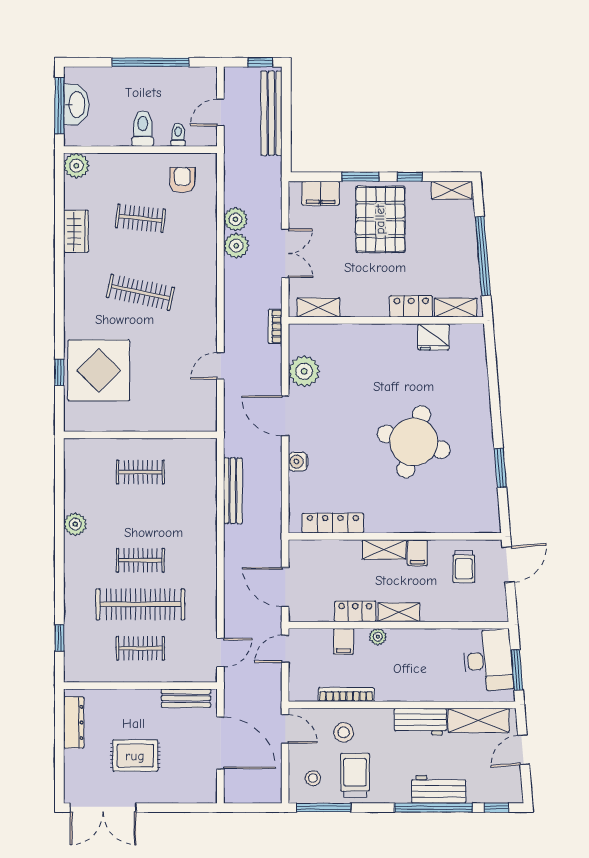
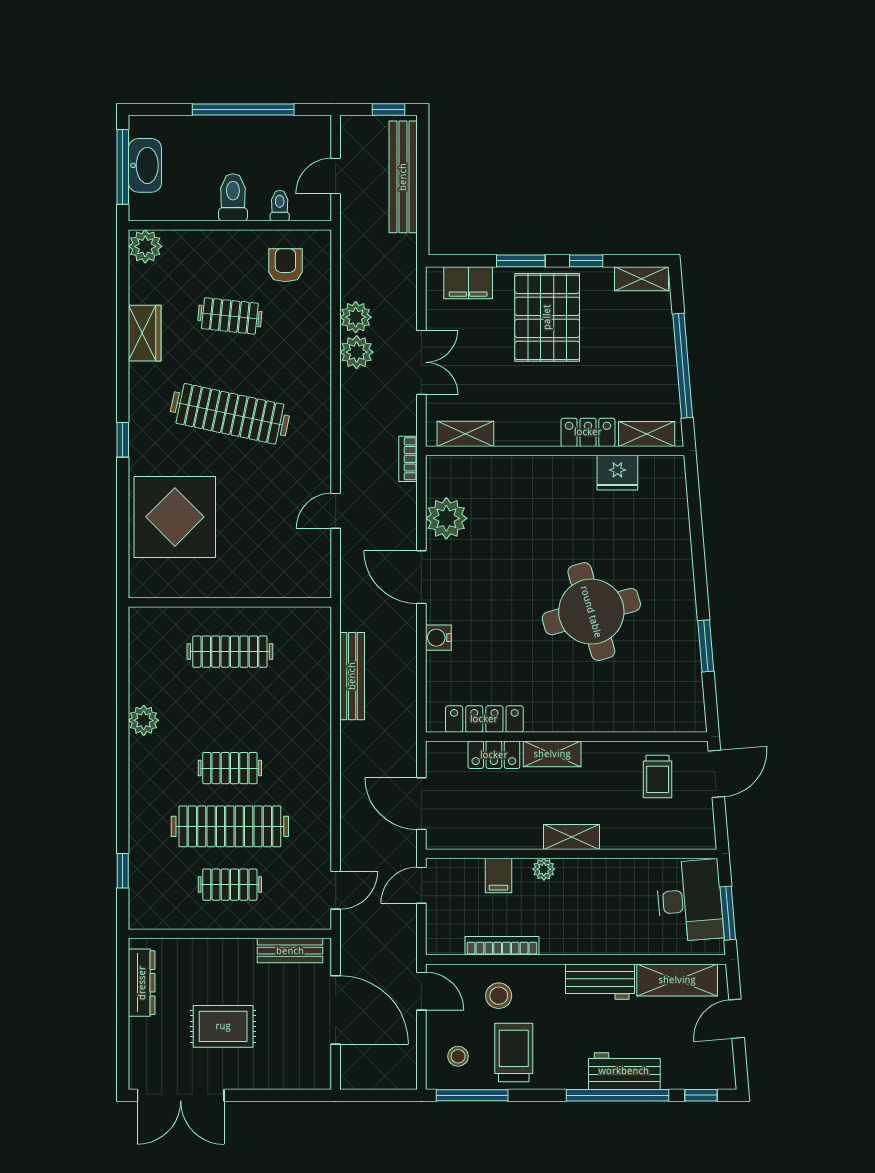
clothes rail: (140, 292) -> (230, 414), width x1.37, depth x1.31
window: (59, 372) -> (123, 440), moved
round table: (414, 442) -> (591, 612), turned -32
clothes rail: (140, 472) -> (230, 652), width x1.36
filing cabinet: (417, 553) -> (596, 758), removed
locker: (355, 611) -> (494, 755), moved, turned 180

